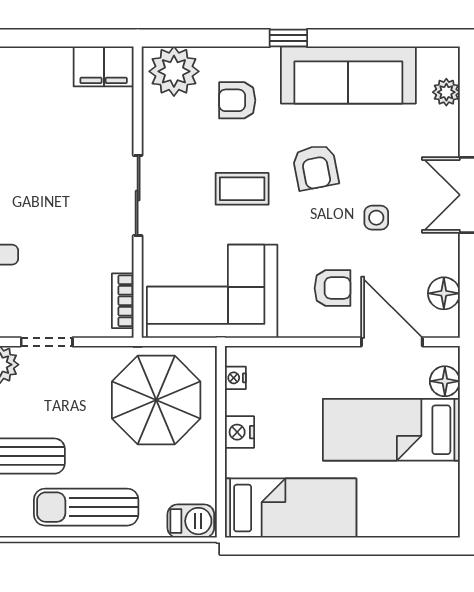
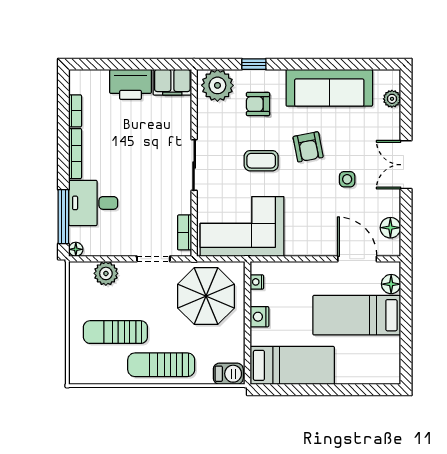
window: (288, 38) -> (254, 64), moved
printer: (38, 70) -> (131, 84), added
armchair: (332, 288) -> (319, 224), removed
doorway: (47, 342) -> (153, 259), moved

